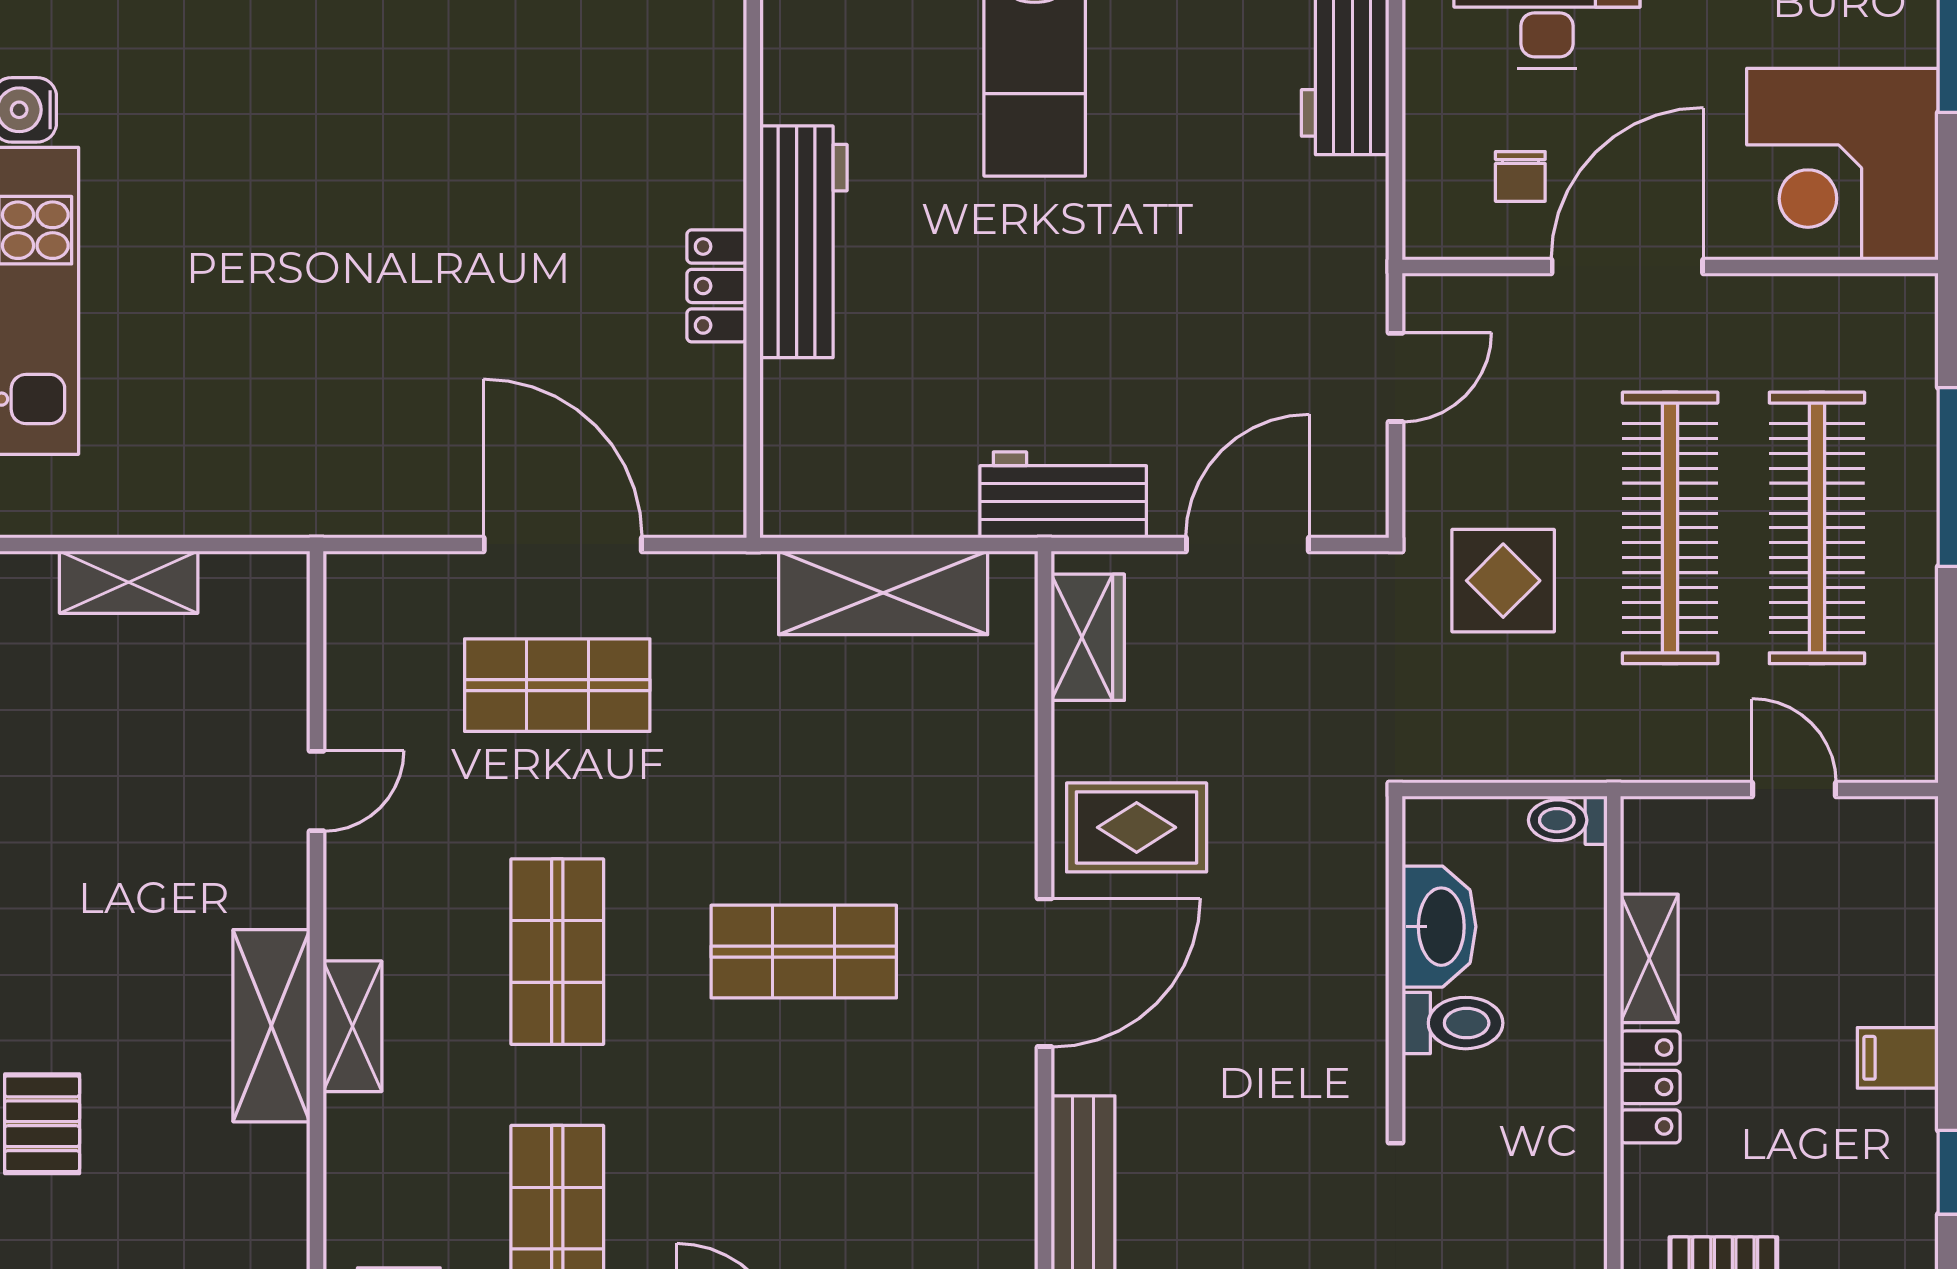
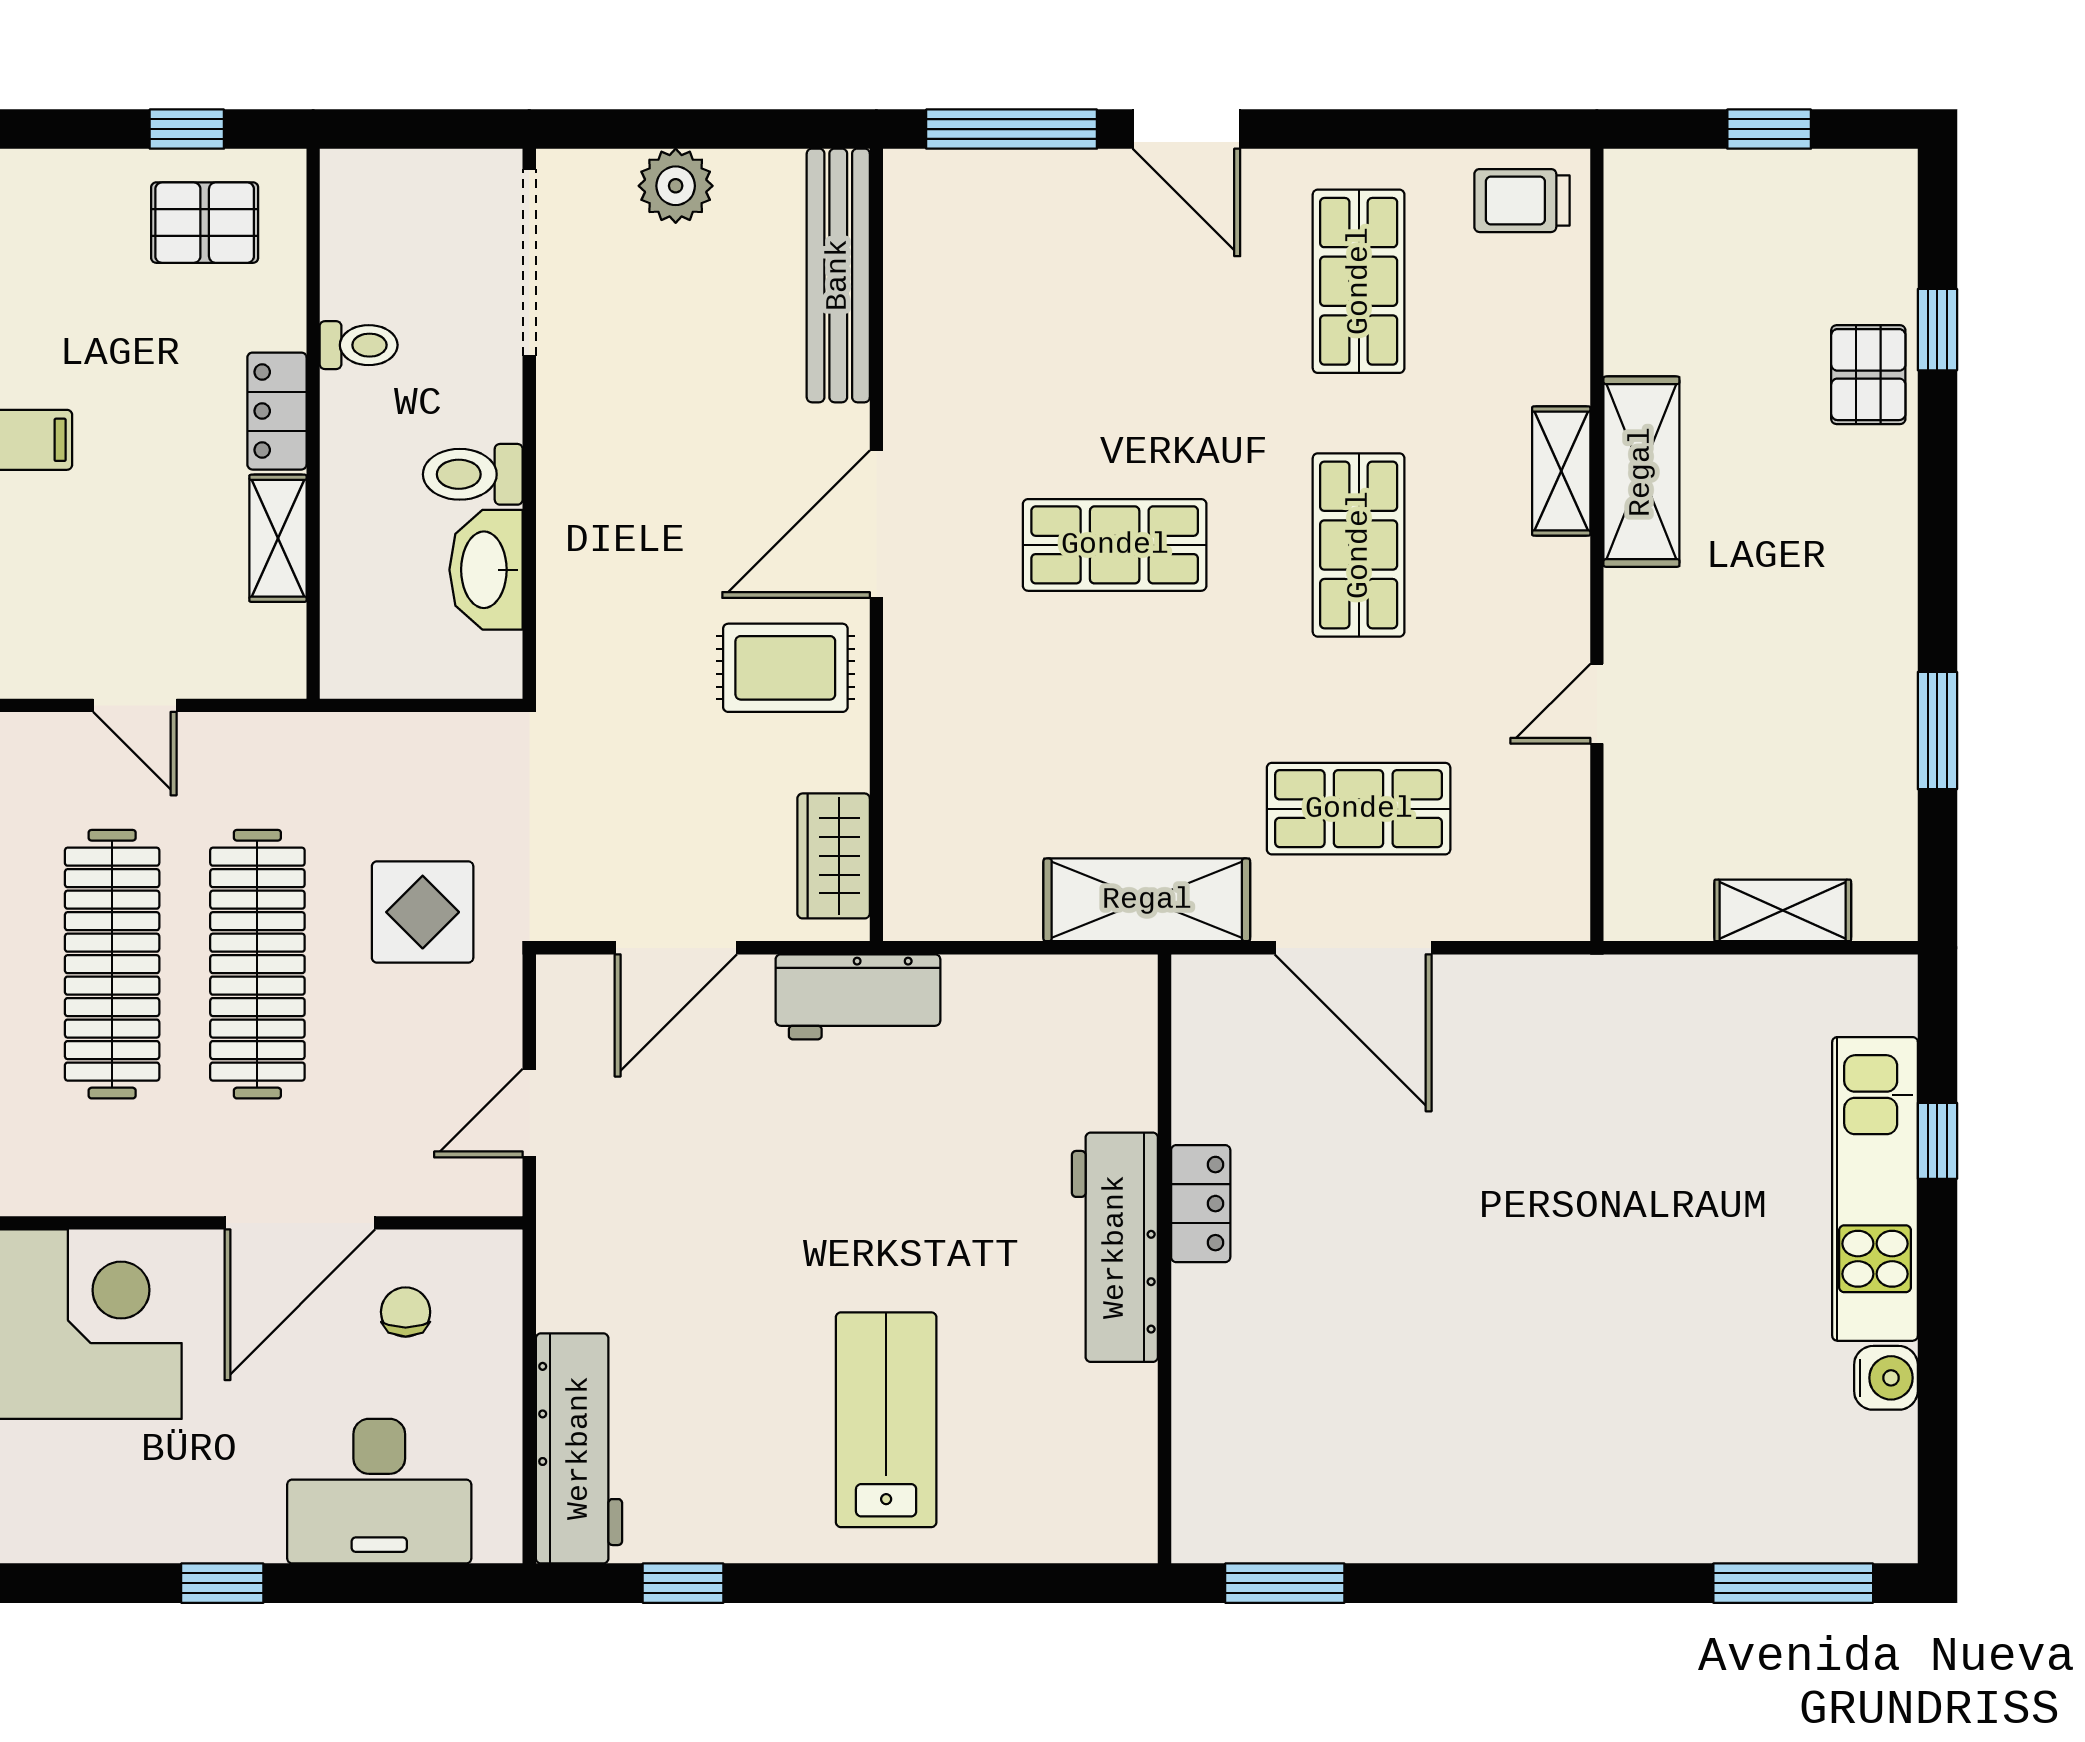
shelving: (883, 593) -> (1147, 900), moved
toilet: (1568, 820) -> (359, 345), moved

